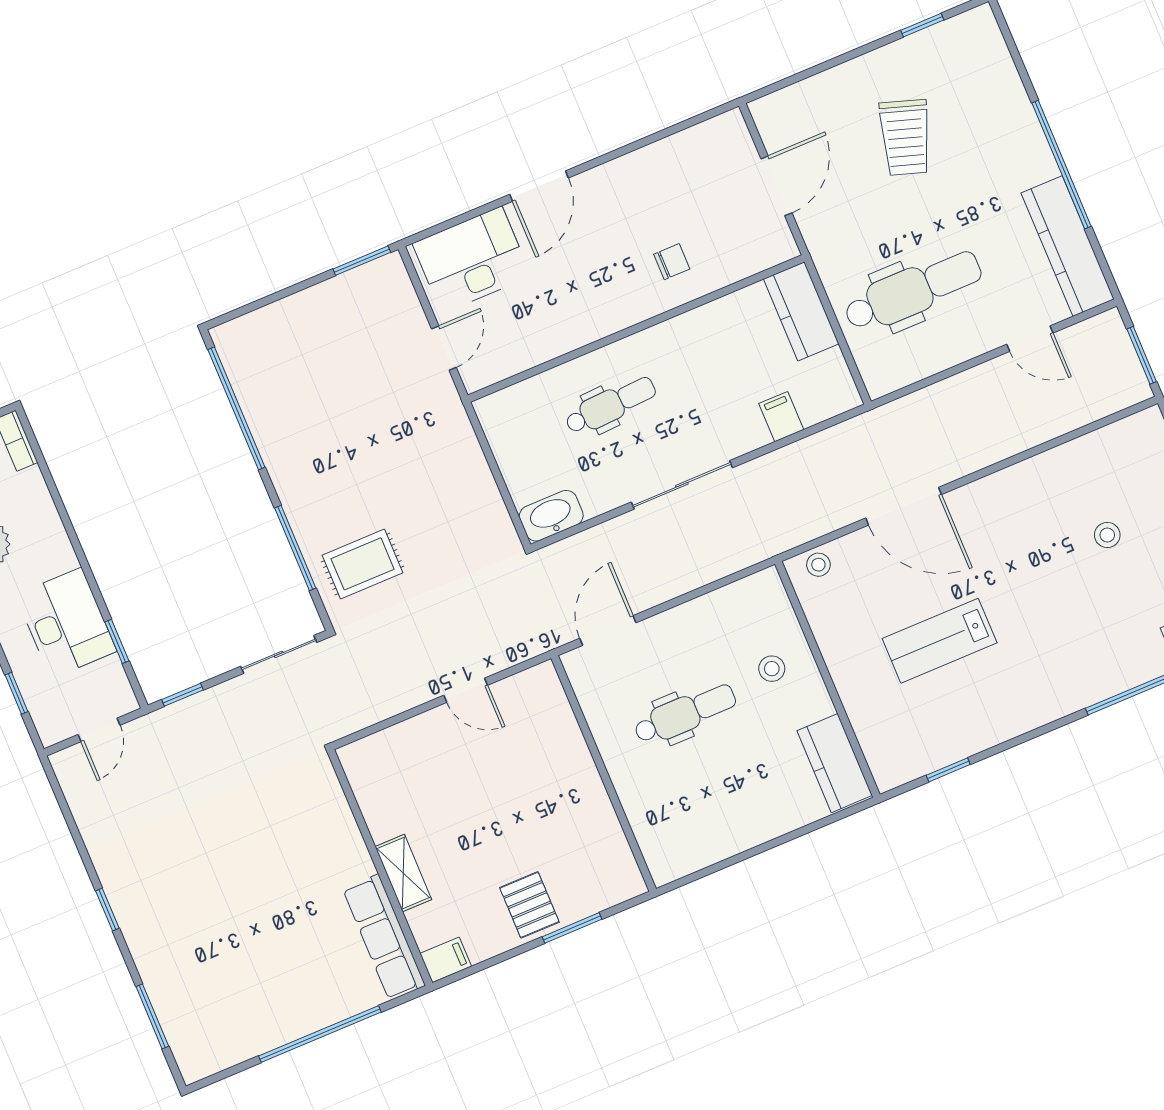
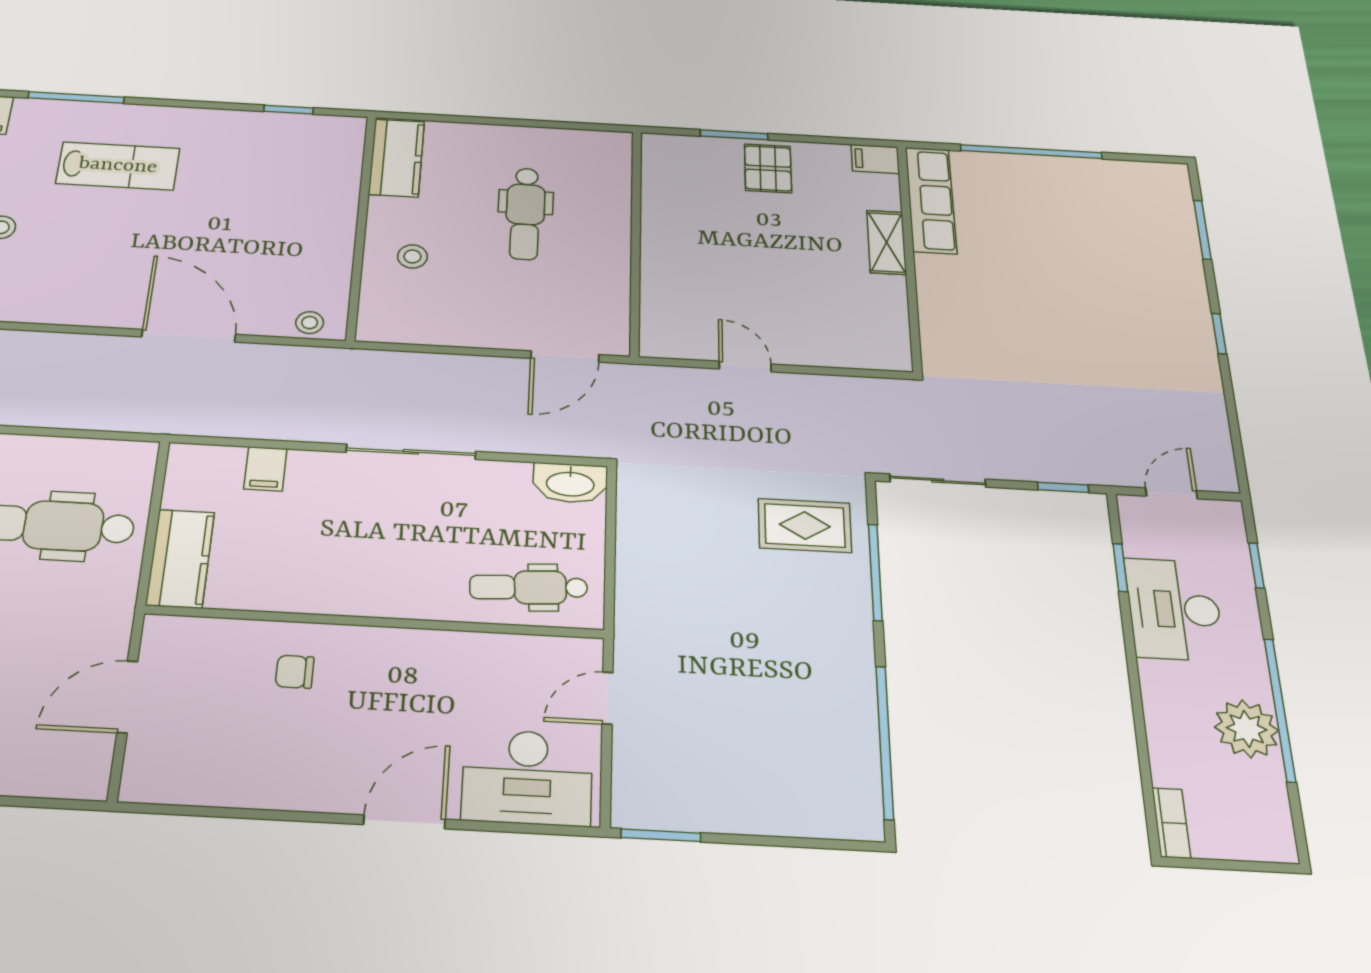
dental chair: (611, 405) -> (529, 587), moved
lab bench: (940, 641) -> (118, 166), moved
dental chair: (685, 714) -> (525, 213), moved, turned -90

